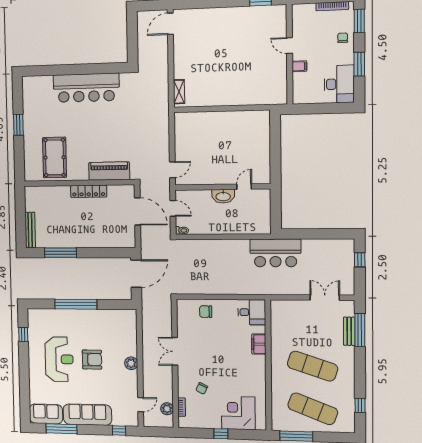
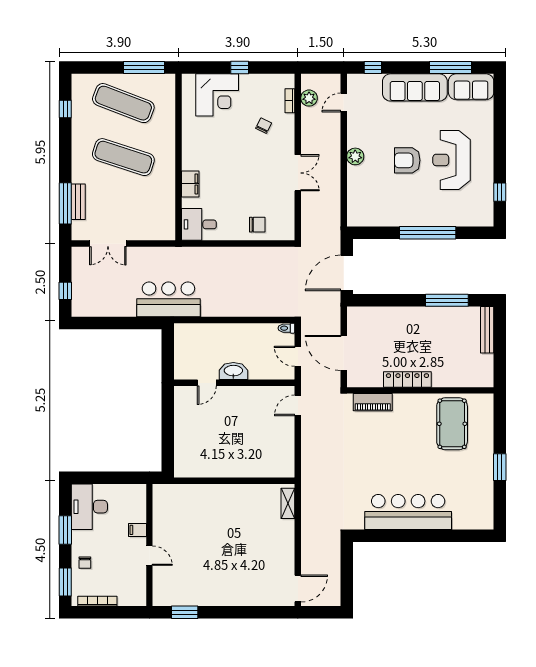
piano: (109, 171) -> (373, 402), width x0.73, depth x0.75

